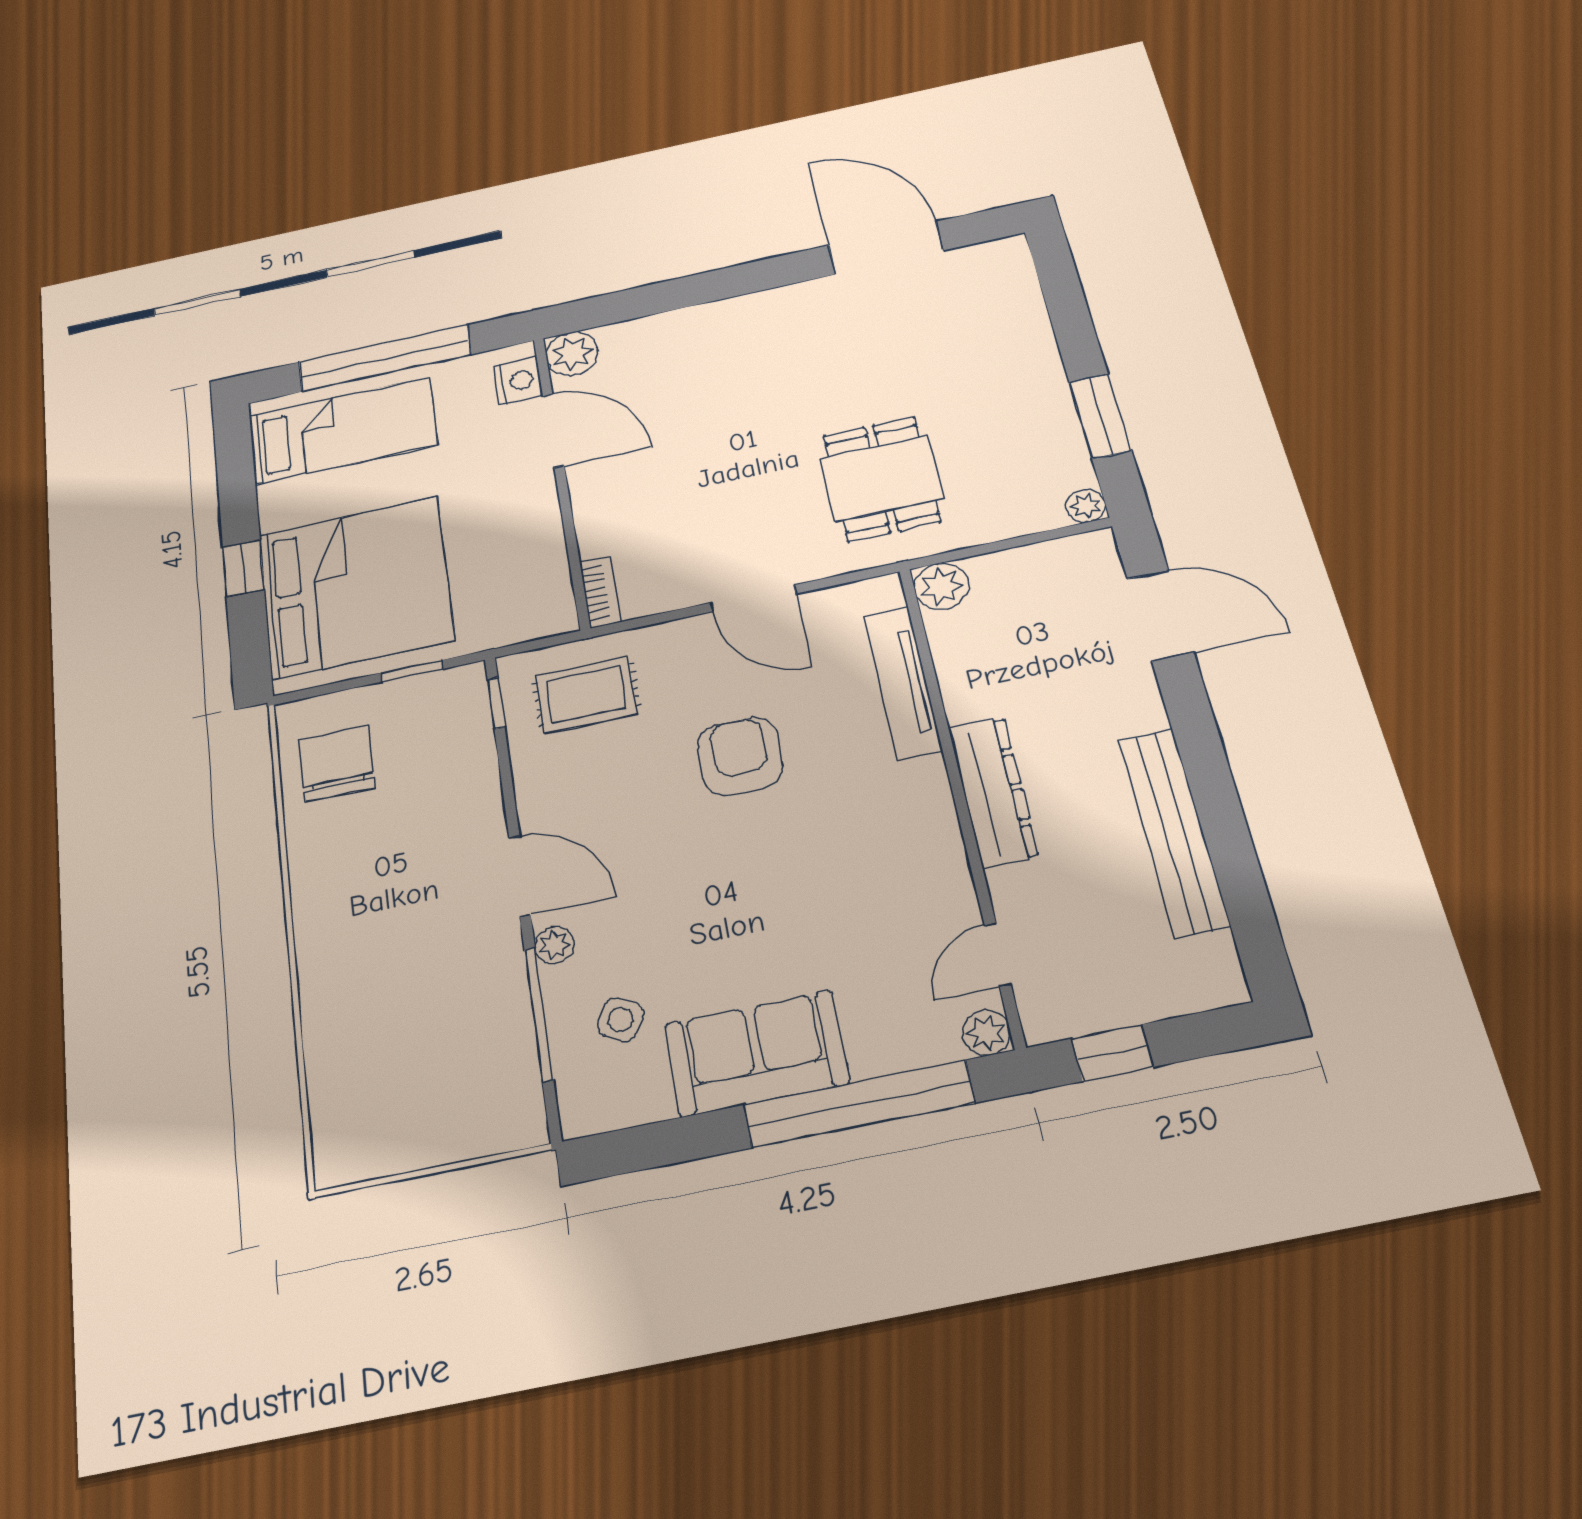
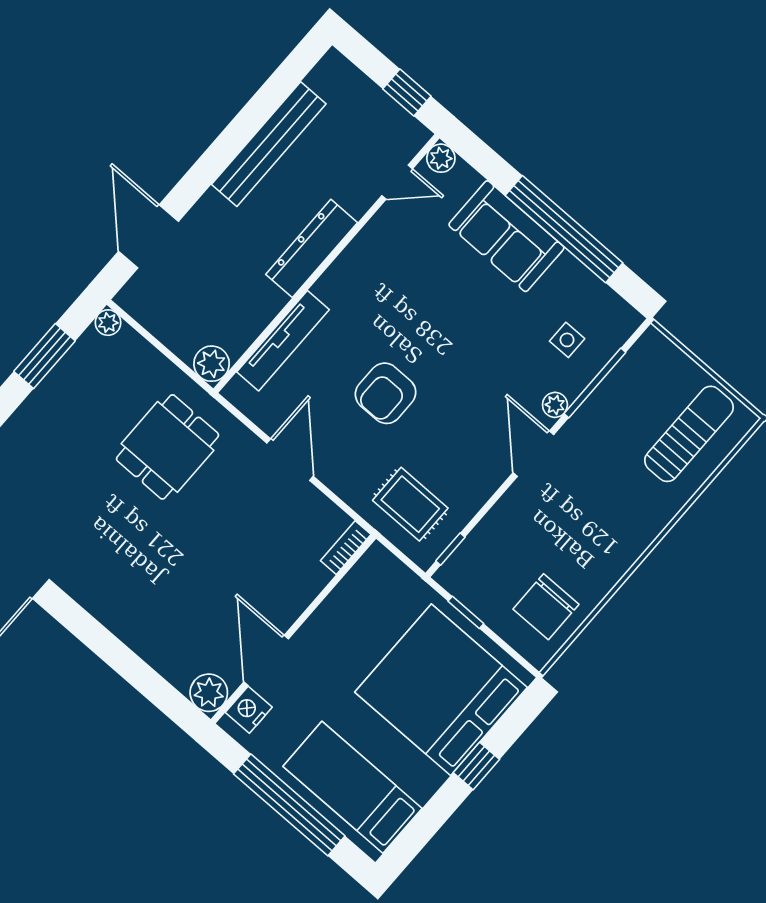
side table: (620, 1020) -> (567, 340), turned -30
sofa: (756, 1053) -> (506, 236), moved
sun lounger: (377, 1084) -> (689, 434), added
window: (859, 1104) -> (564, 229), moved

